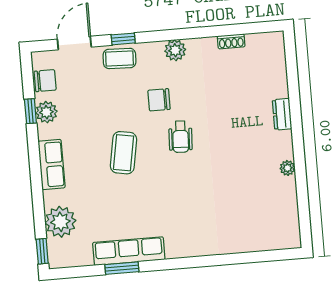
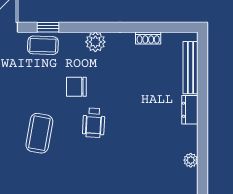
bench: (279, 69) -> (191, 68), added

